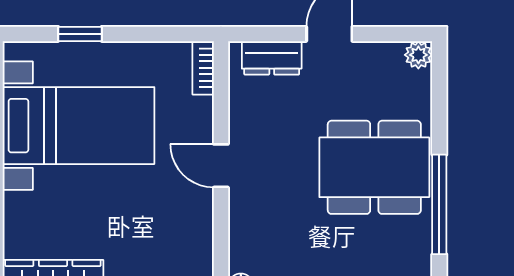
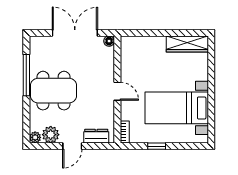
window: (80, 34) -> (157, 146), moved
plant: (381, 62) -> (51, 135), added

